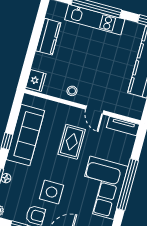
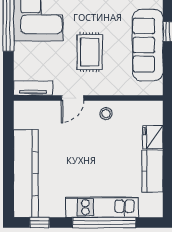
fridge: (36, 81) -> (153, 137), moved
door: (95, 110) -> (72, 98), swing flipped

